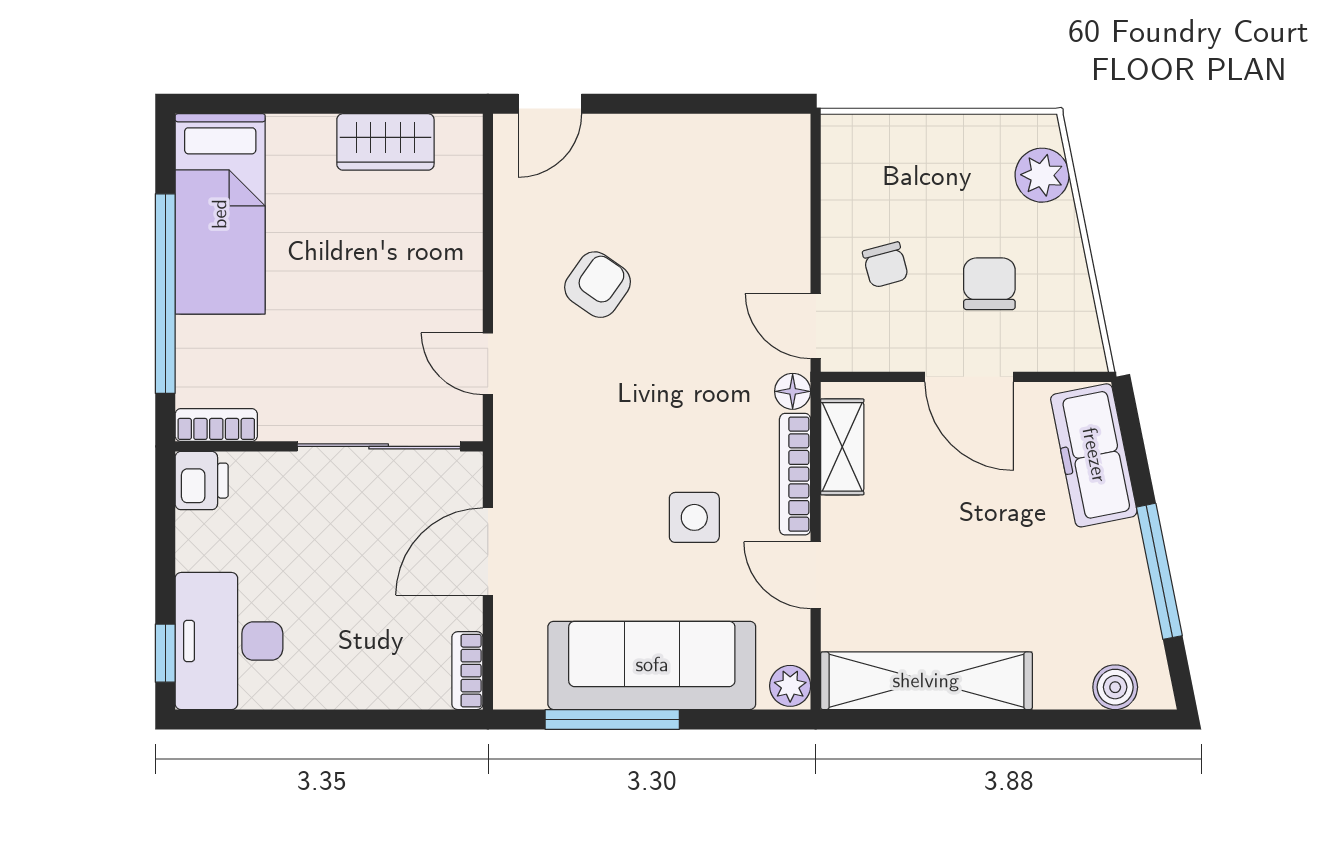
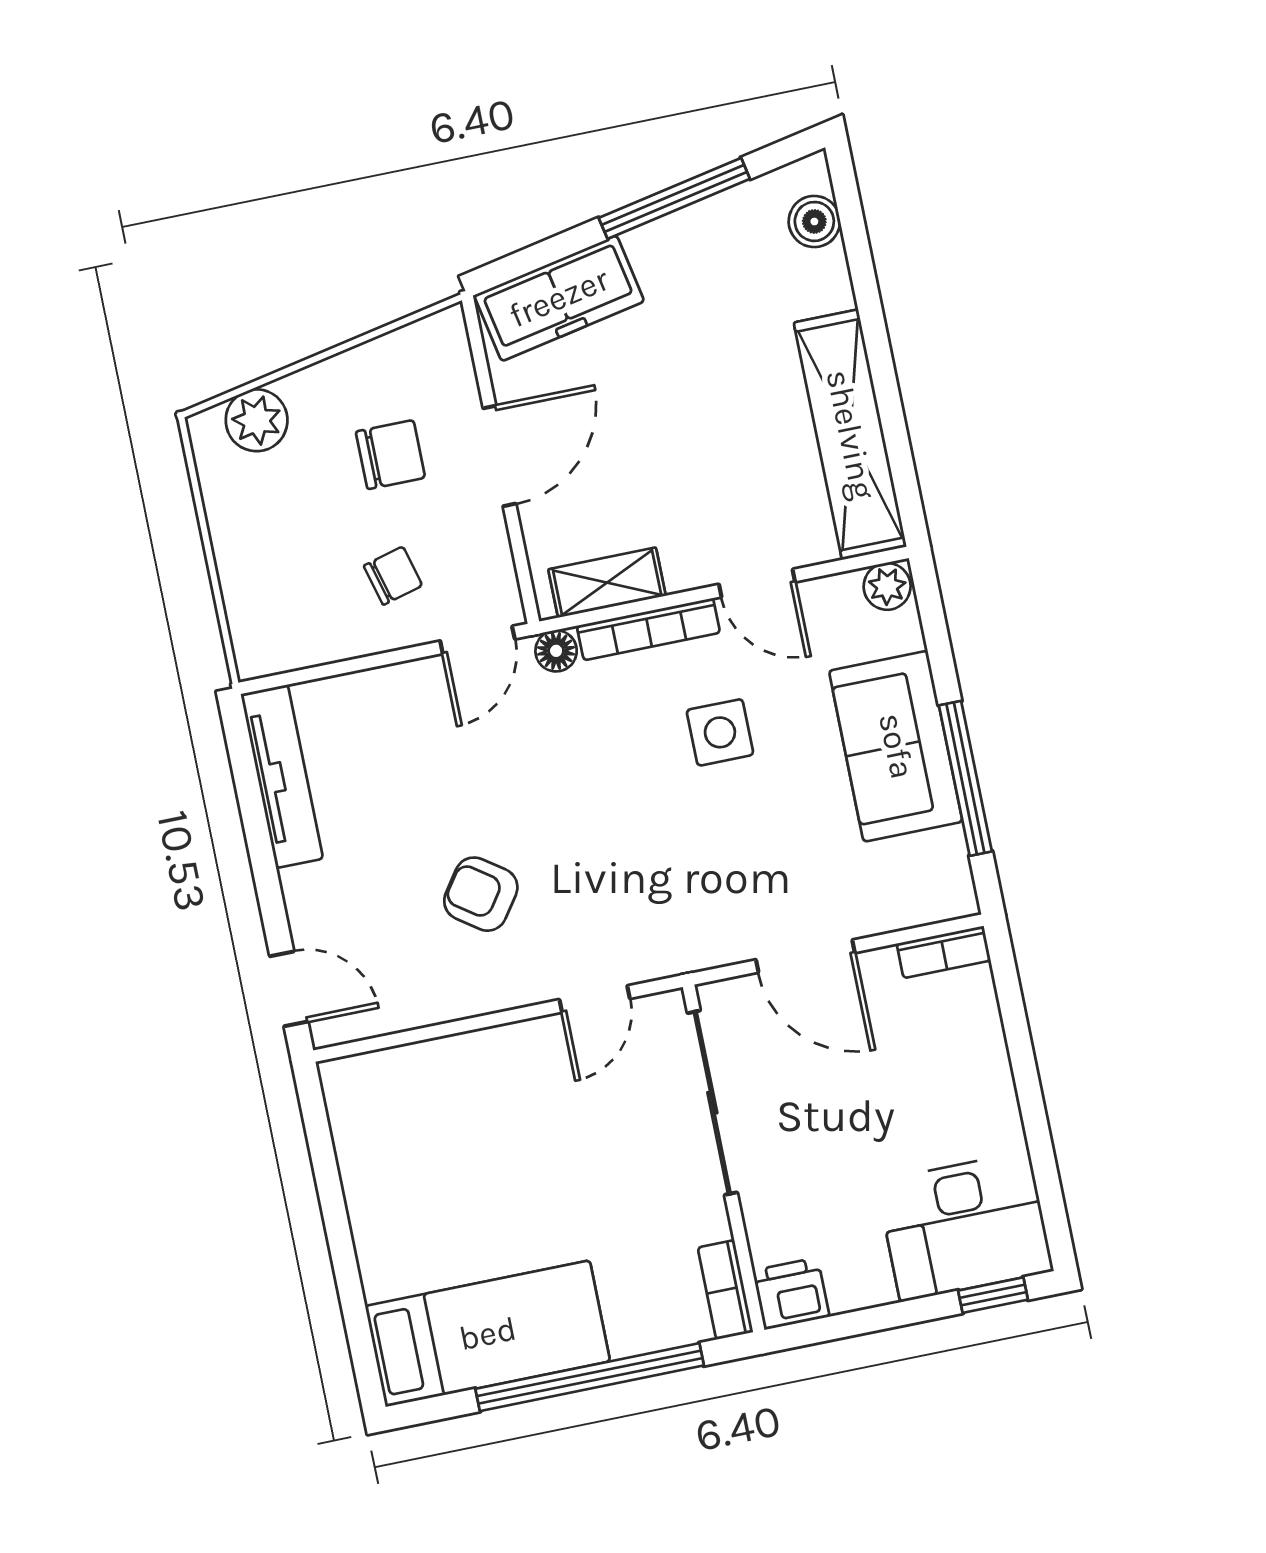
tv unit: (733, 135) -> (282, 776), added
wardrobe: (385, 142) -> (369, 1165), removed
chair: (989, 284) -> (390, 455), turned 180
door: (816, 575) -> (757, 583), hinge flipped
sofa: (652, 665) -> (896, 746), width x0.73

